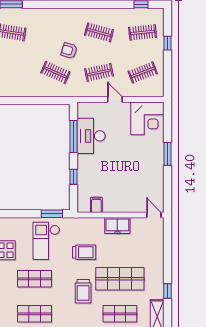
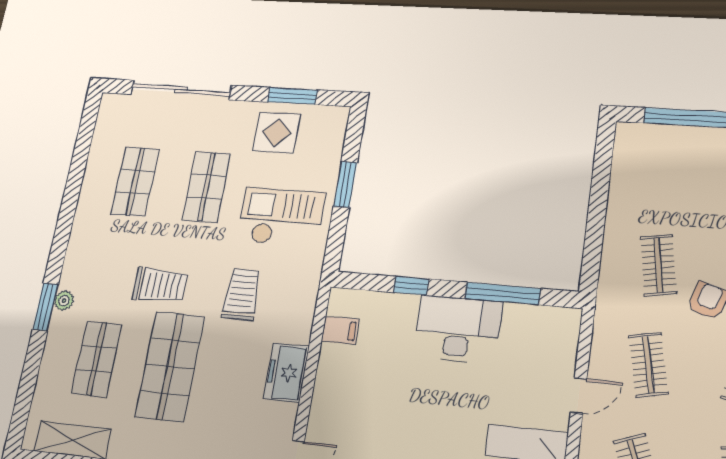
clothes rail: (55, 72) -> (658, 265), turned -33
desk: (91, 136) -> (458, 329), moved
window: (52, 214) -> (345, 184), moved
trolley: (84, 252) -> (242, 295), turned 180
trolley: (83, 291) -> (160, 285), turned 180

